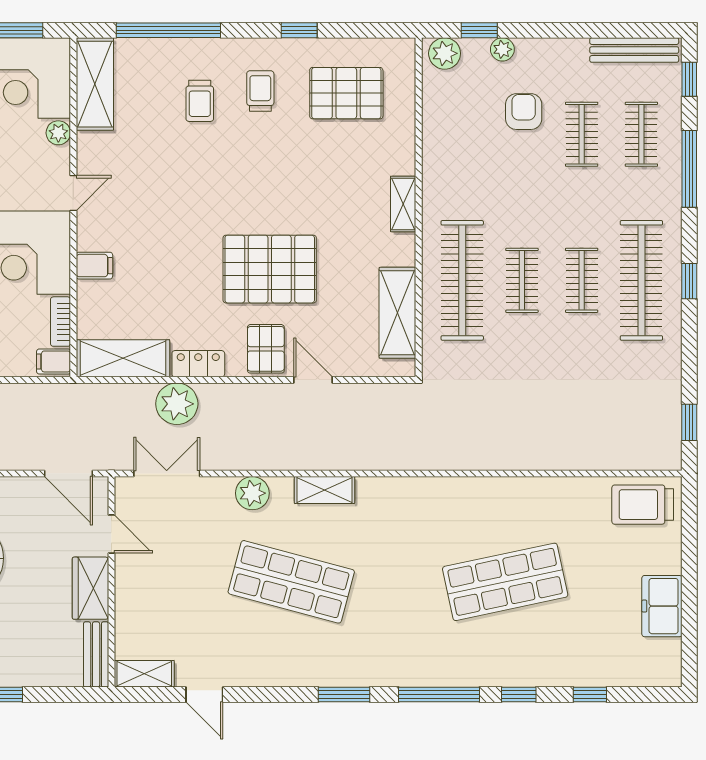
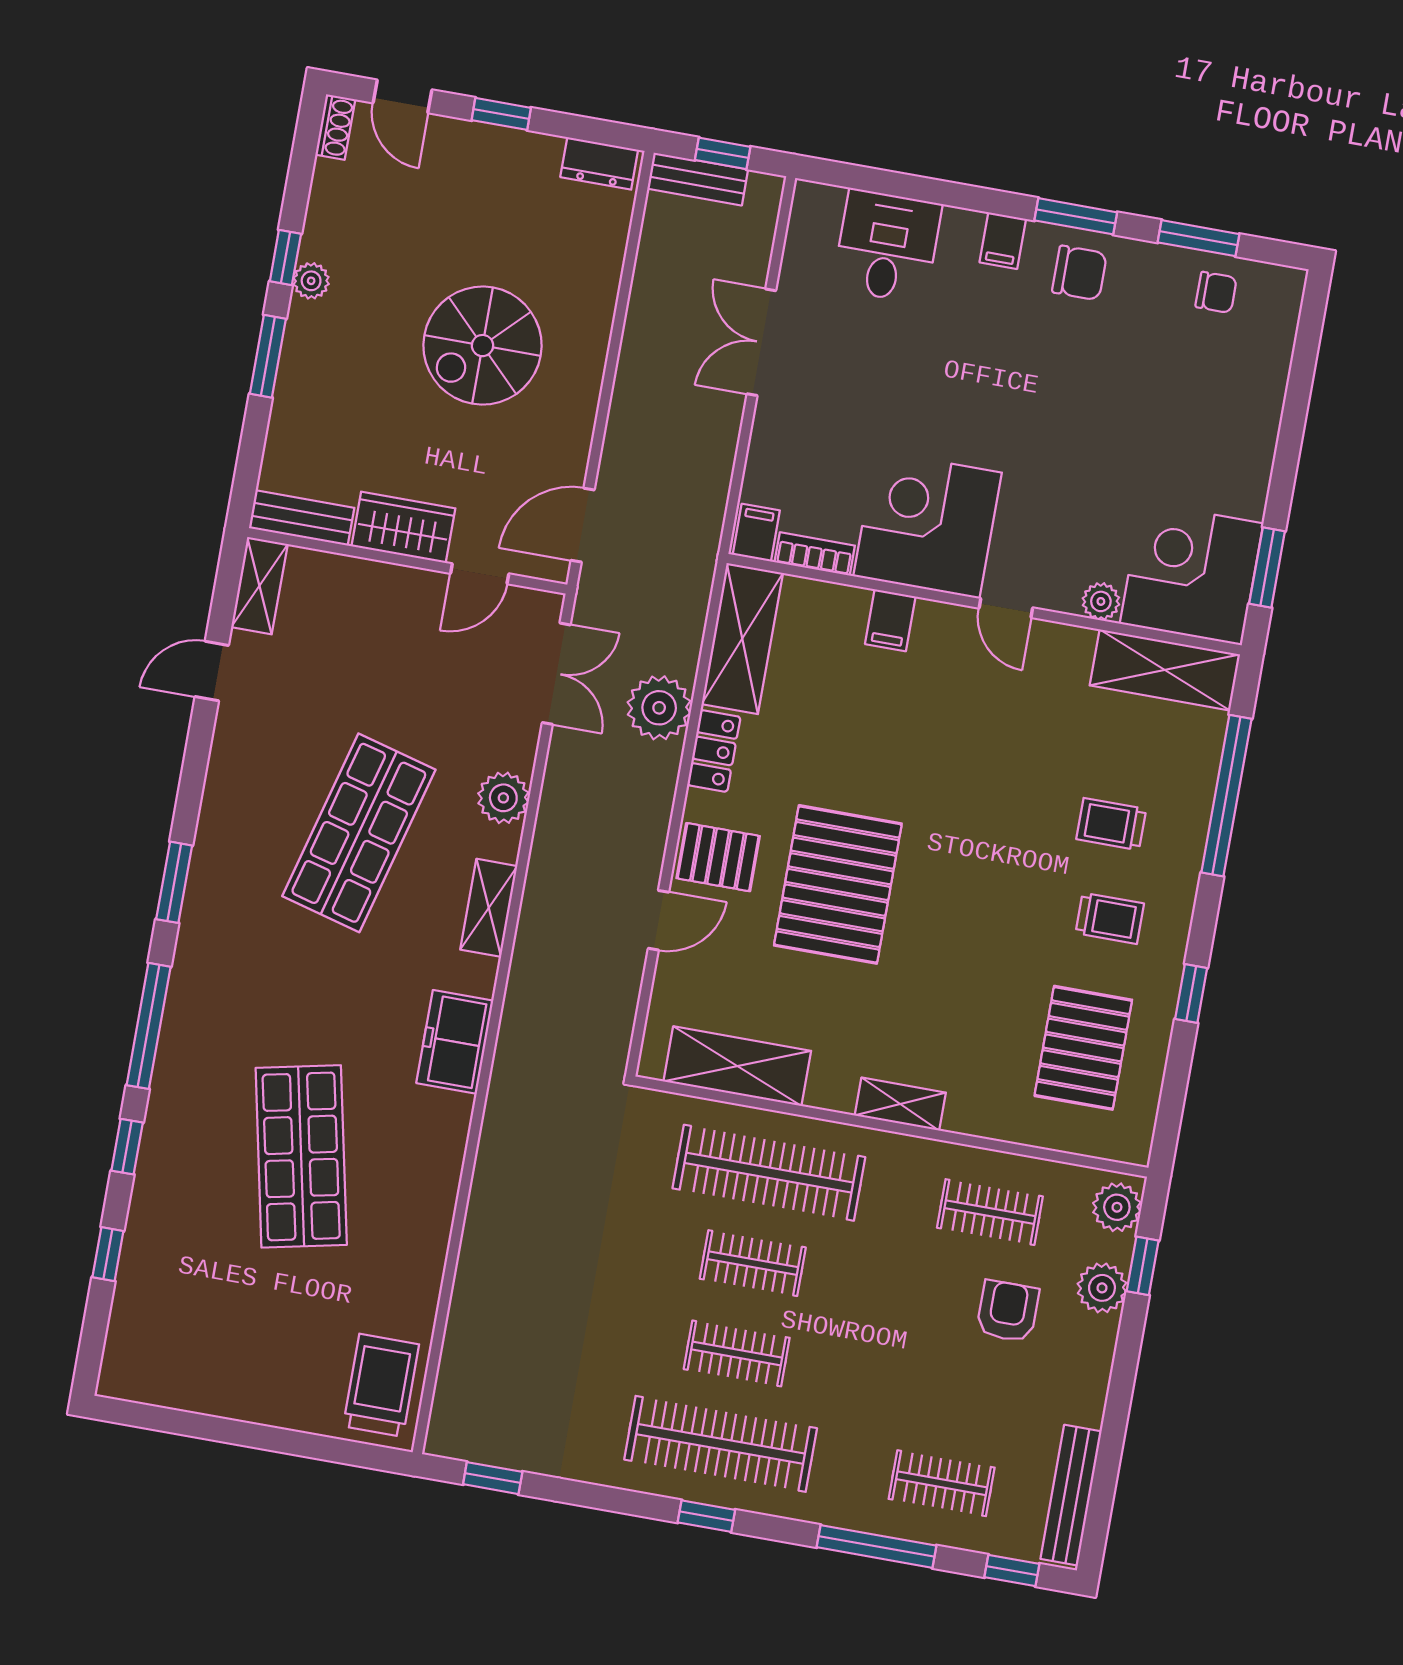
plant: (502, 49) -> (1102, 1288), width x1.38, depth x1.38
armchair: (524, 112) -> (1008, 1311), turned -90
clothes rail: (582, 134) -> (990, 1212), moved
freezer: (662, 606) -> (455, 1042), moved, turned -90

